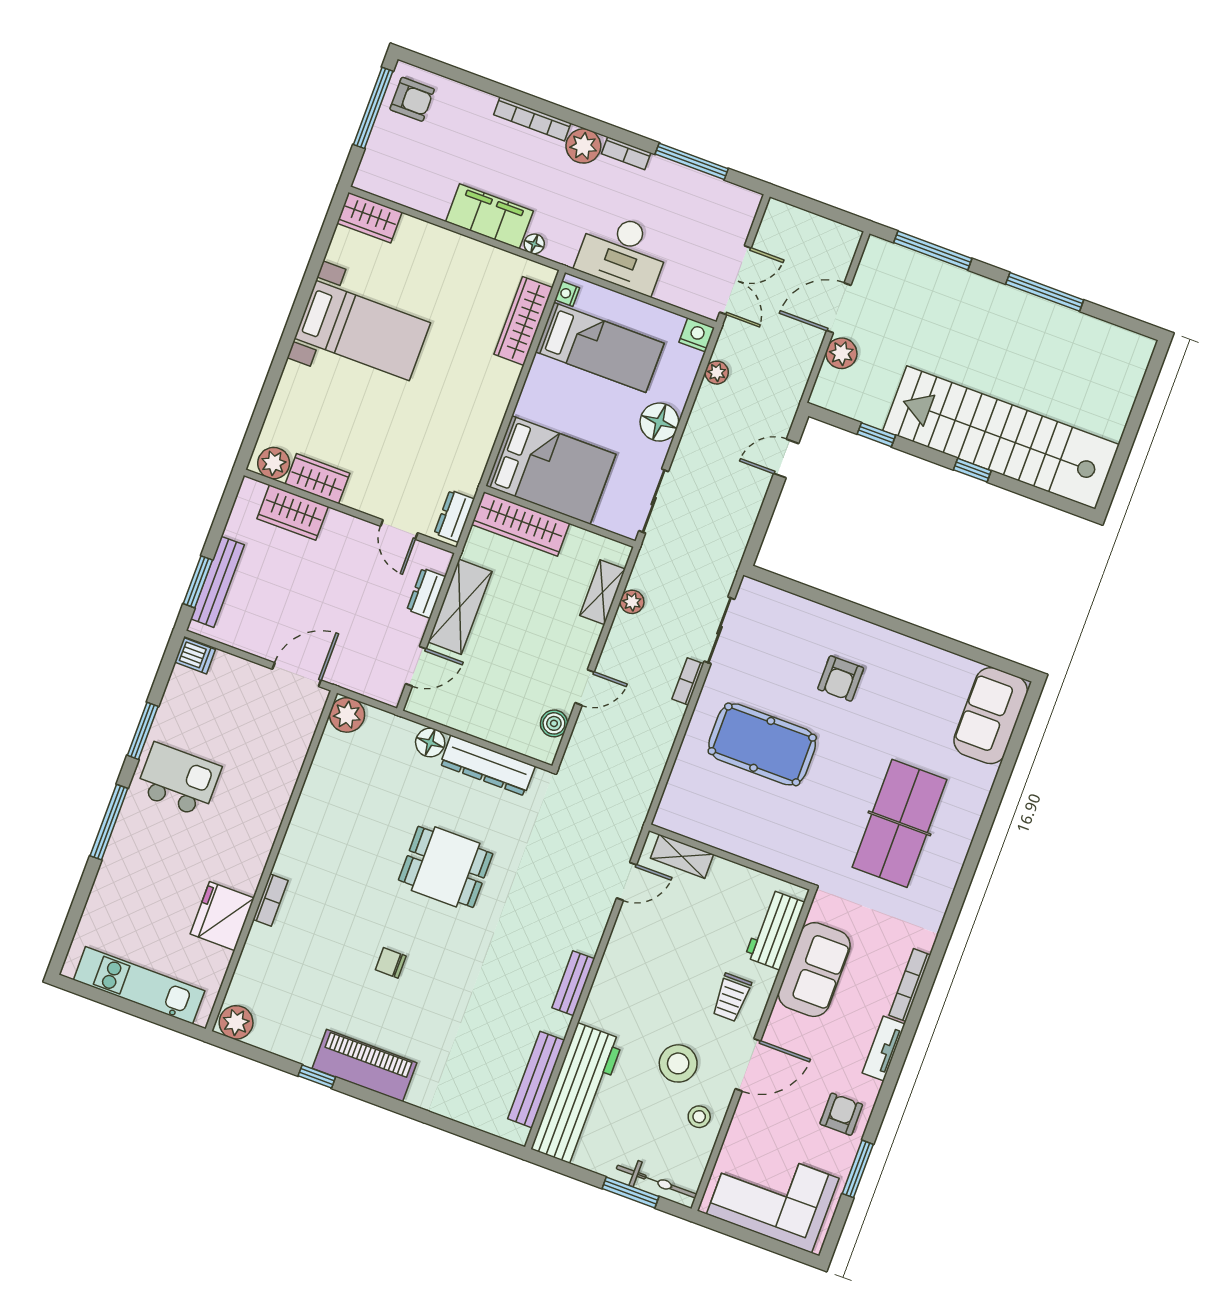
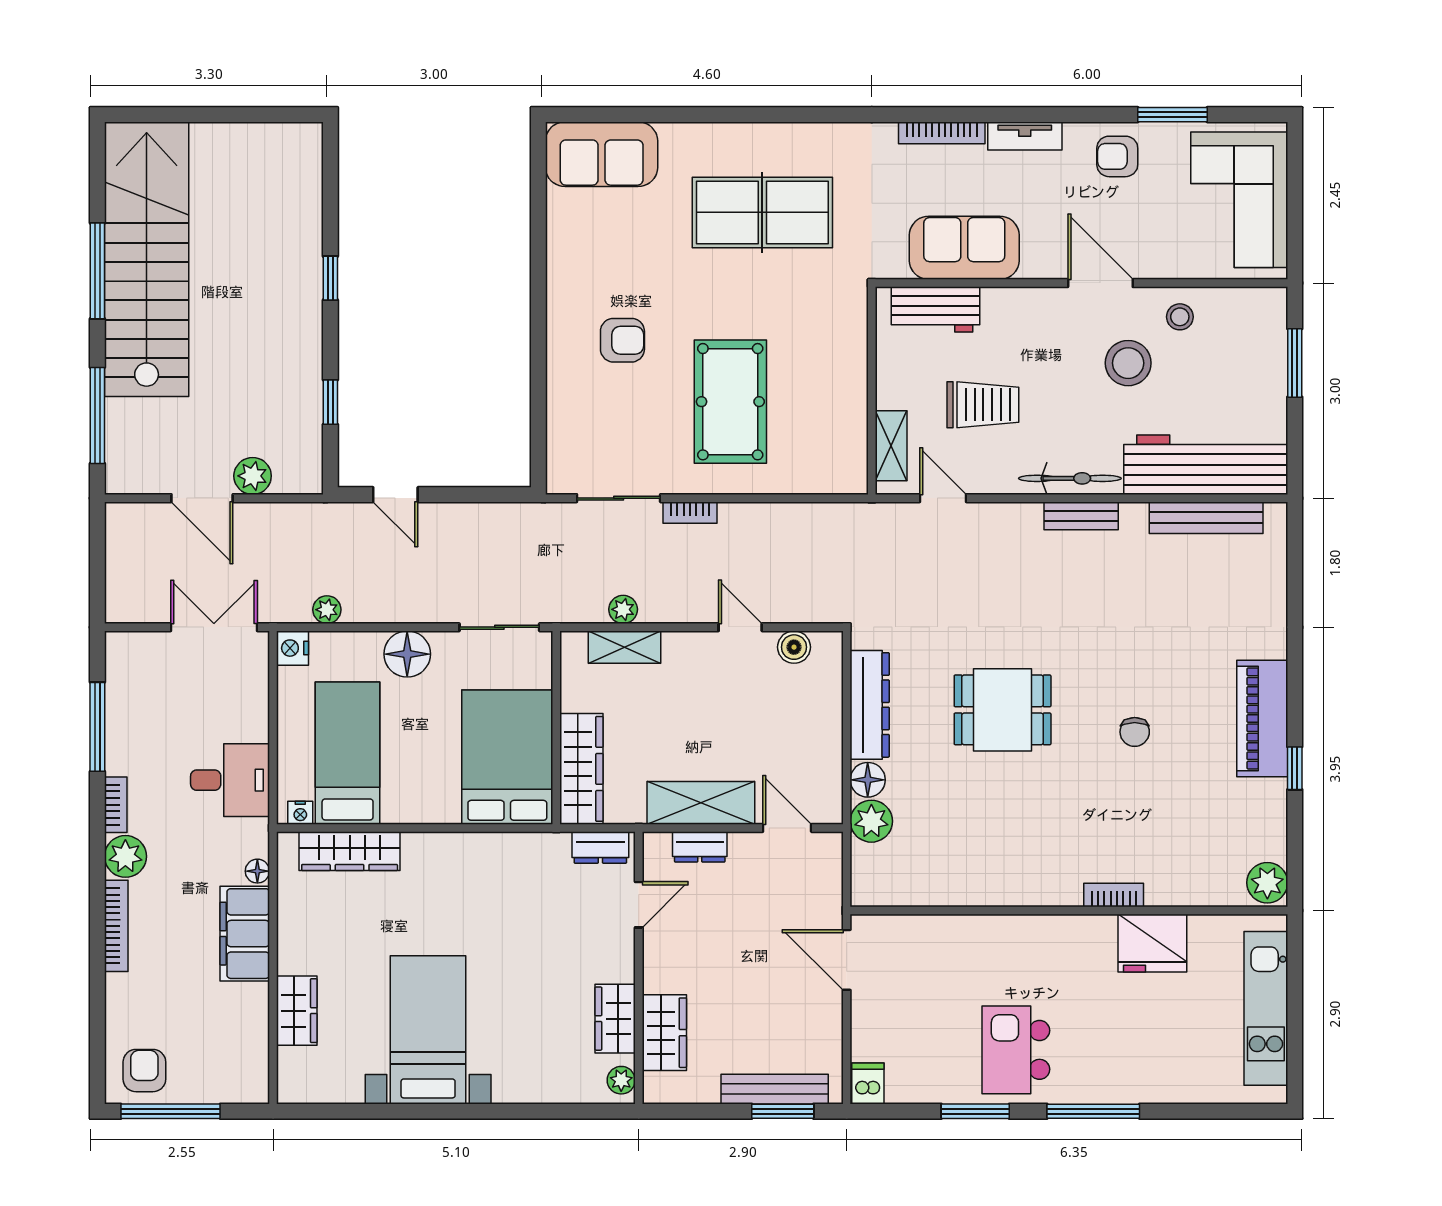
wardrobe: (370, 218) -> (297, 1011), moved
desk: (623, 253) -> (230, 780), width x0.73
stairs: (1001, 438) -> (147, 259), moved, turned 180
plant: (274, 463) -> (621, 1080), width x0.73, depth x0.73
plant: (347, 715) -> (871, 821), moved
dining table: (446, 867) -> (1003, 710), turned 90
trolley: (731, 997) -> (983, 405), moved, width x1.36, depth x1.39
bicycle: (657, 1182) -> (1070, 478), moved, turned 90

